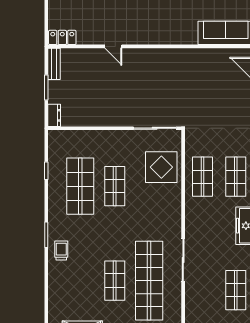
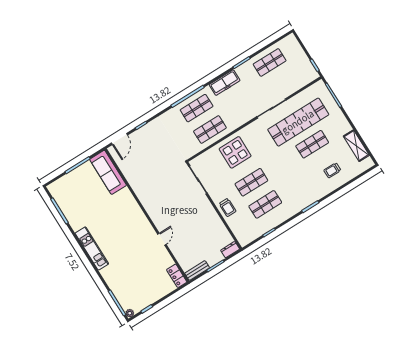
trolley: (103, 142) -> (228, 207), added
display table: (161, 167) -> (235, 152), moved
shop shelf: (80, 186) -> (265, 204), width x0.70, depth x0.74
trolley: (61, 250) -> (332, 170), moved

